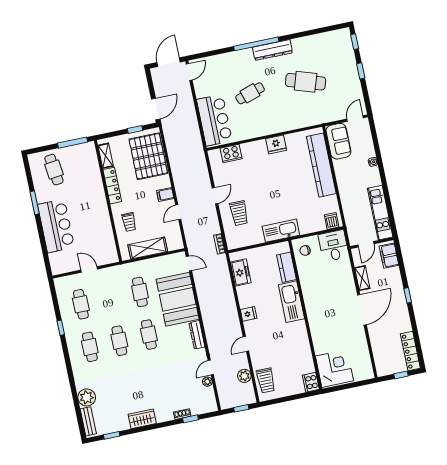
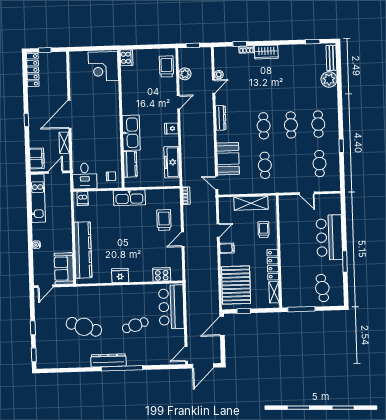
freezer: (241, 272) -> (172, 162), width x1.40
booth: (178, 299) -> (228, 159), width x0.73, depth x0.70
wardrobe: (142, 419) -> (266, 52), moved

